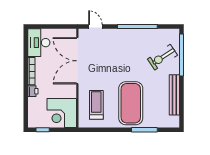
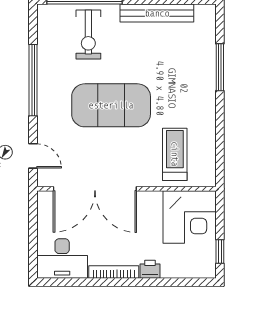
door: (95, 27) -> (33, 156), swing flipped
exercise bike: (163, 57) -> (88, 34), turned 33
exercise mat: (131, 103) -> (111, 105), moved
treadmill: (96, 105) -> (175, 154), turned 90

